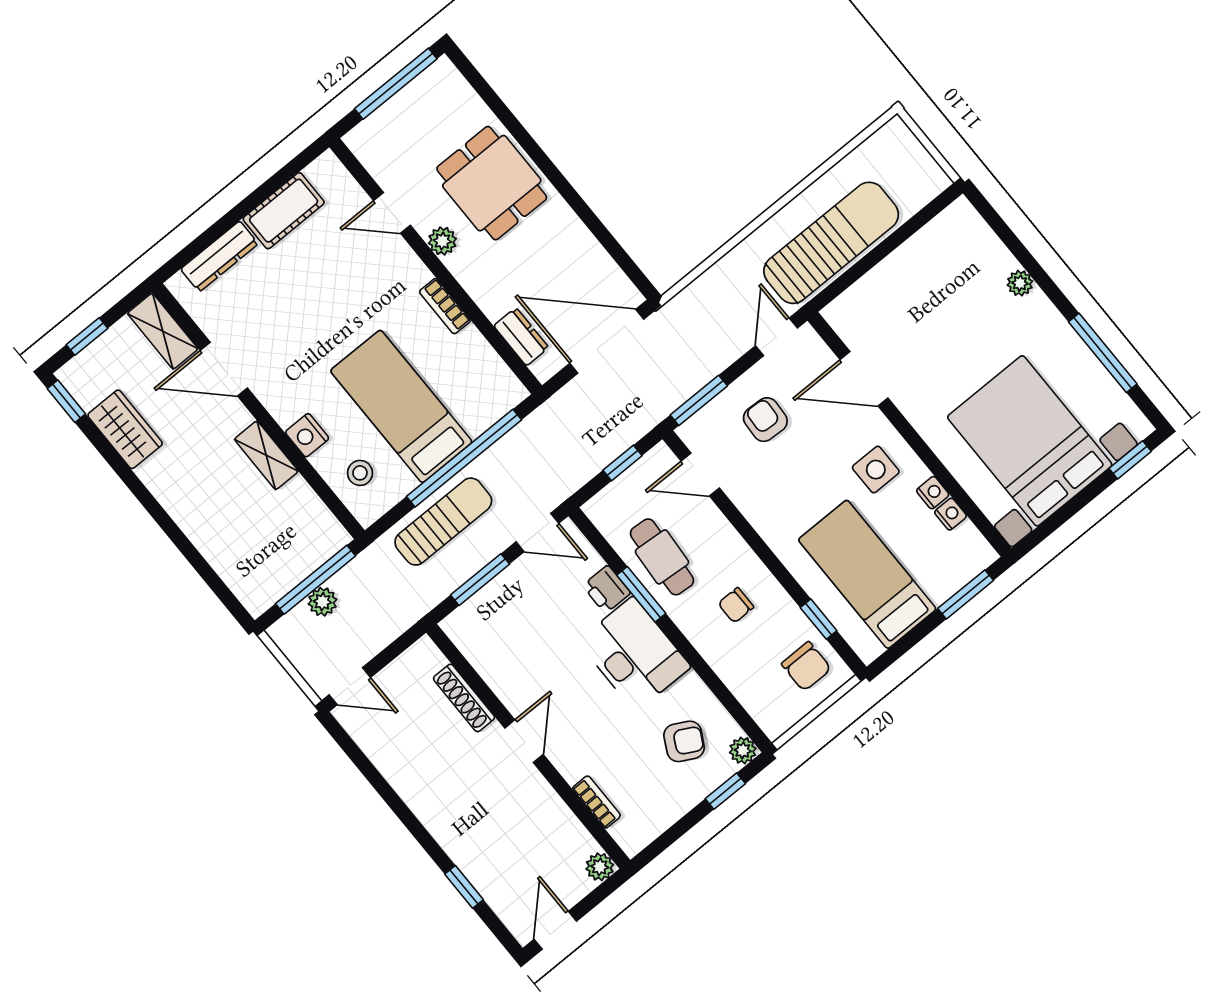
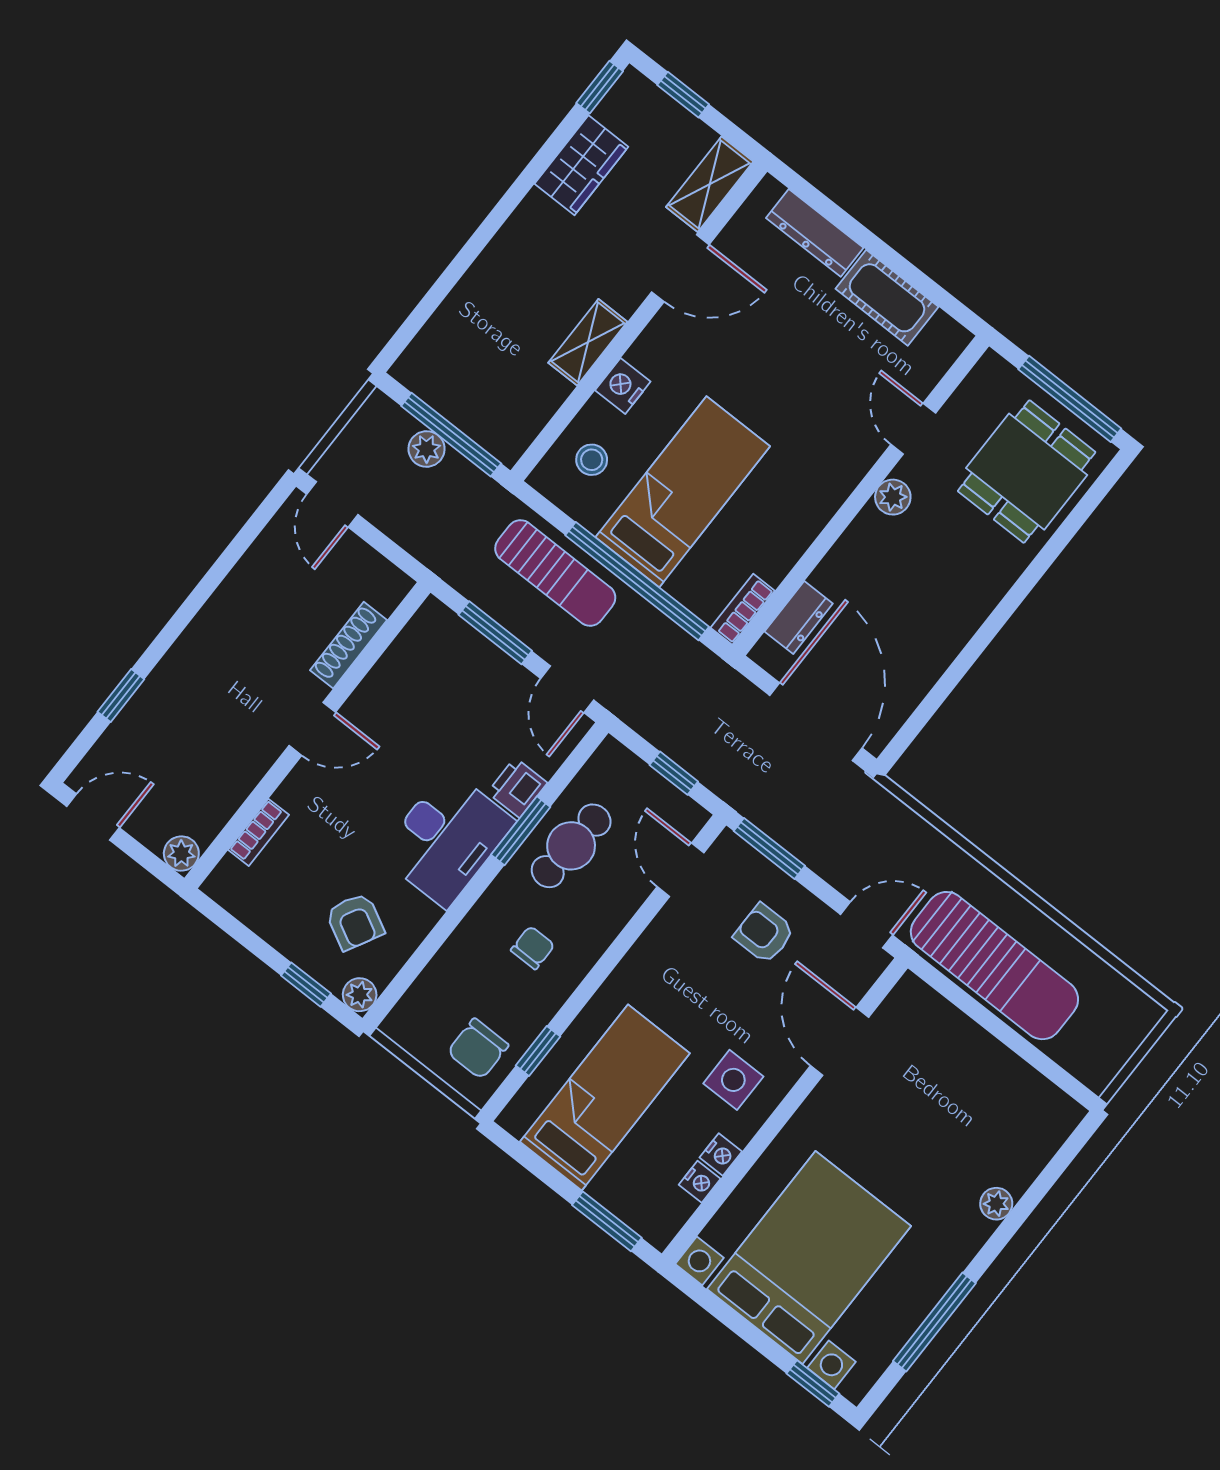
dining table: (492, 183) -> (1027, 472), moved
bookcase: (445, 306) -> (743, 609), moved
door: (224, 369) -> (680, 268), swing flipped
armchair: (765, 420) -> (764, 934), turned -93
chair: (736, 605) -> (533, 948), turned 90

